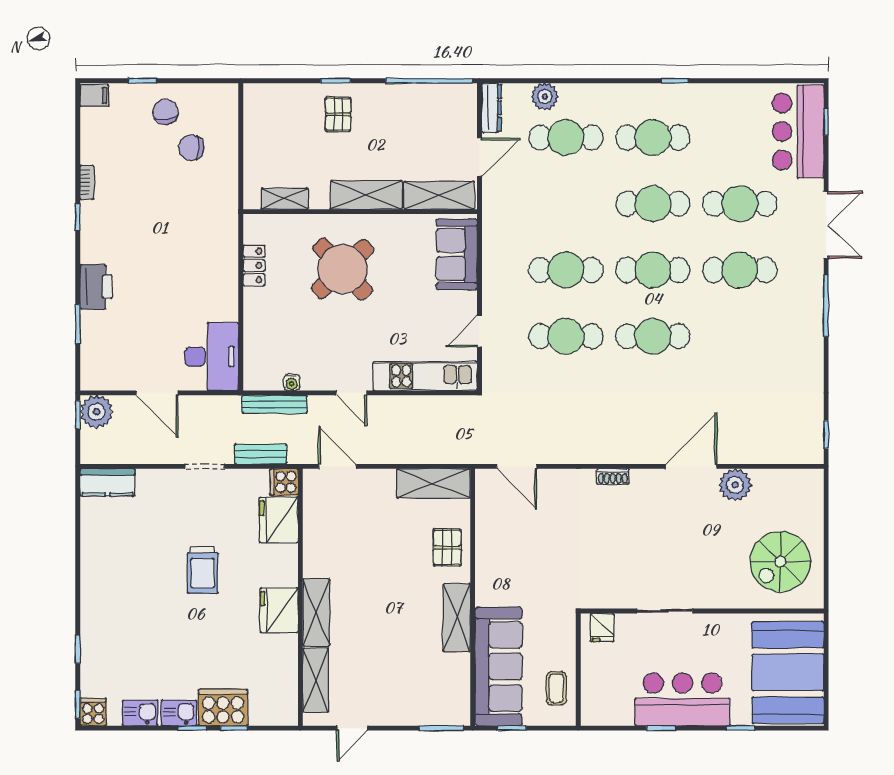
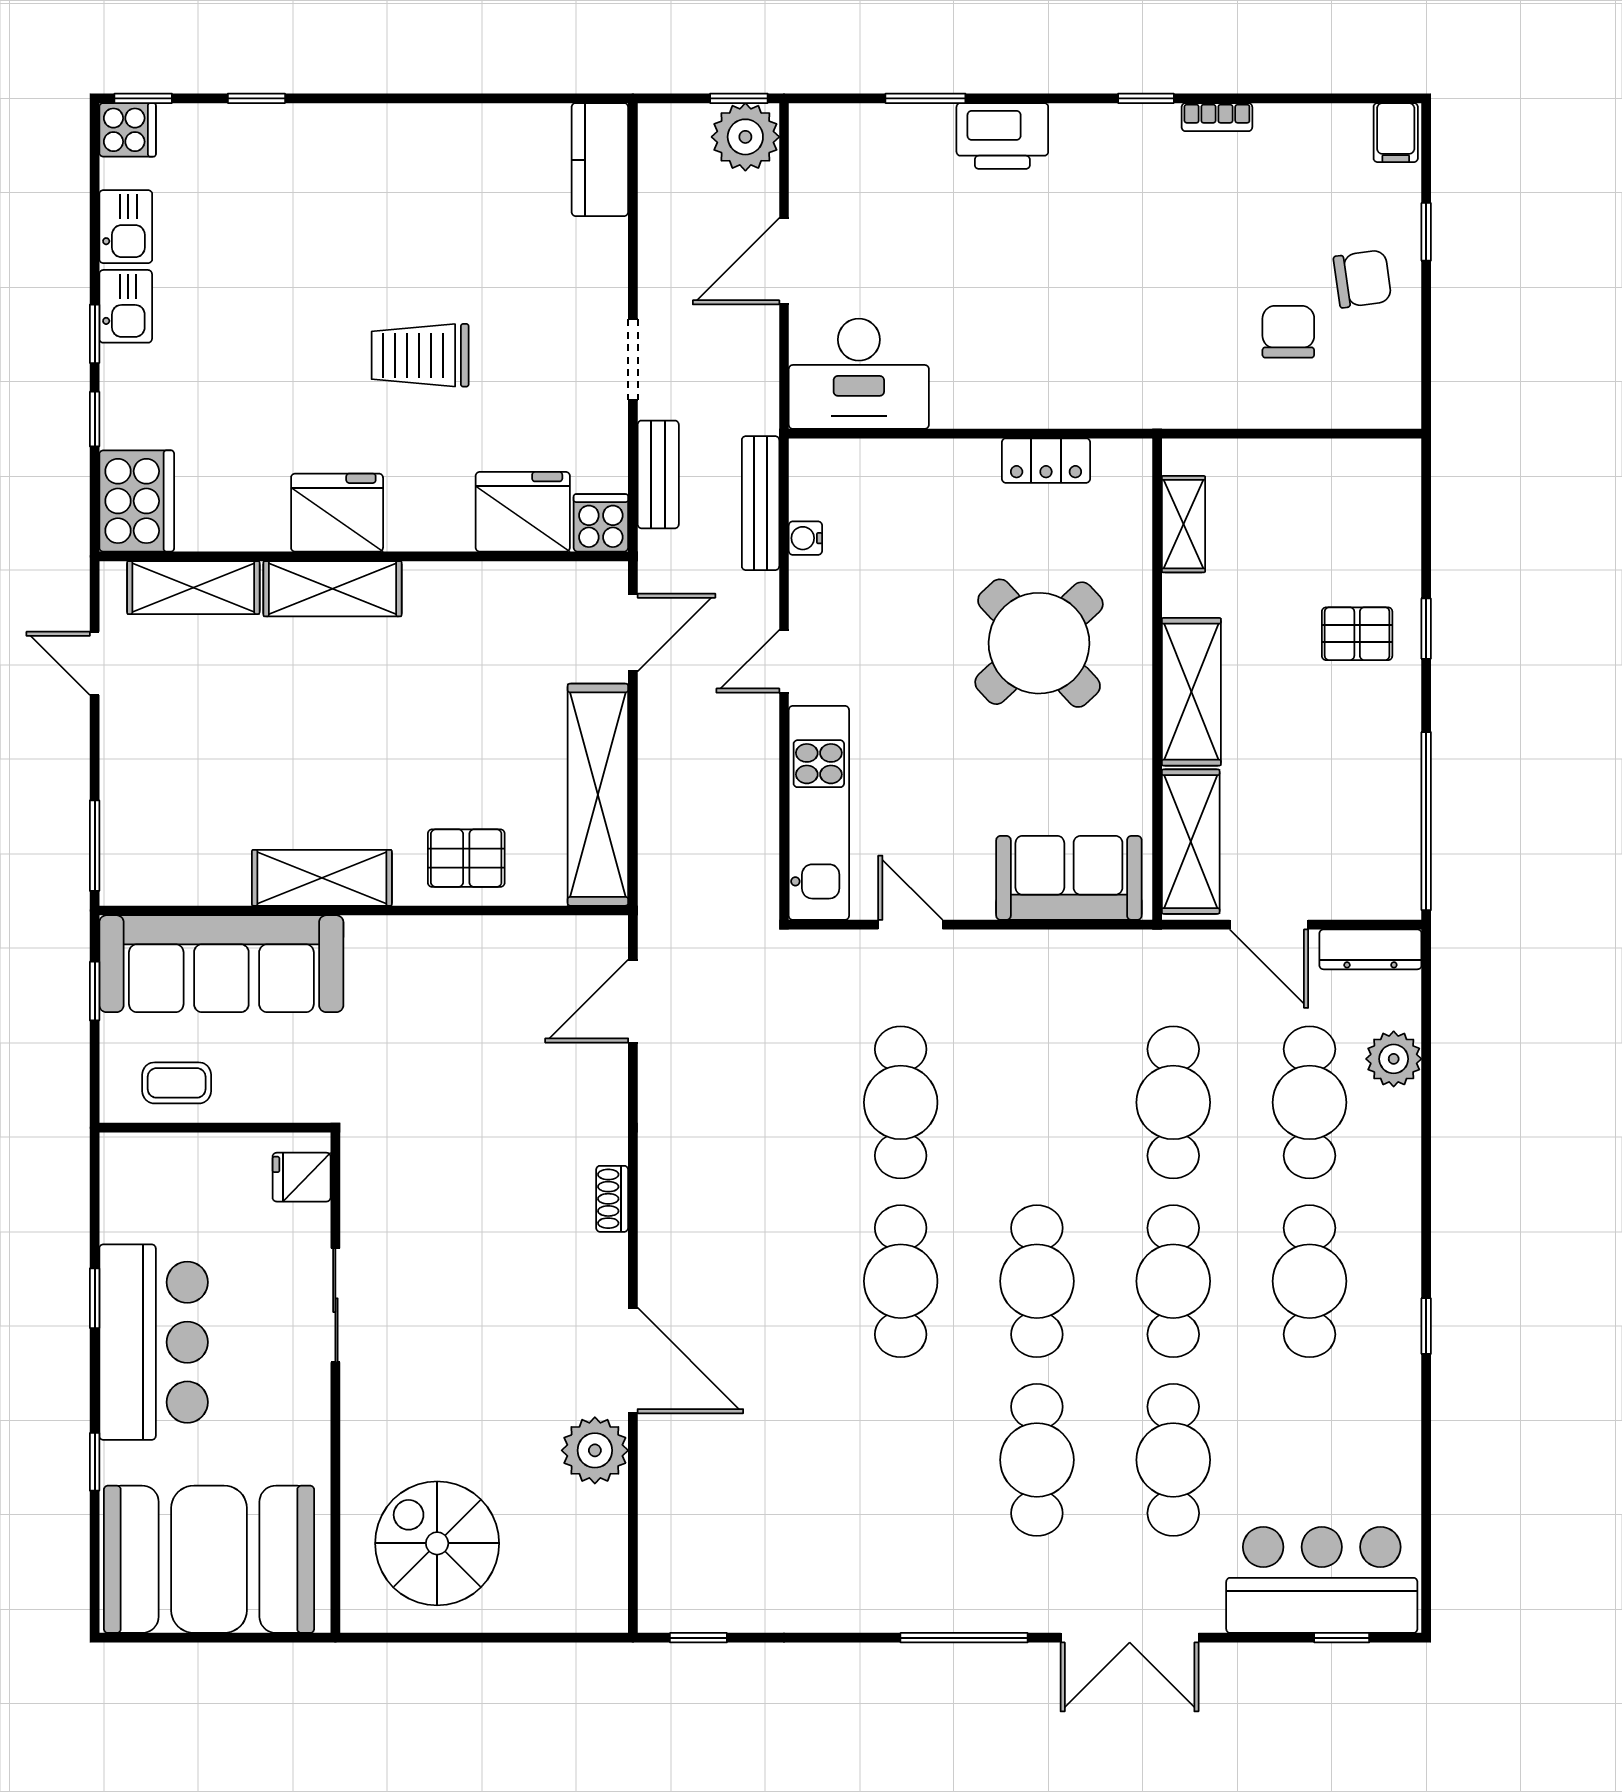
cafe table: (566, 270) -> (1173, 1102), moved
shelving: (433, 483) -> (598, 795), width x1.47
cooker: (223, 708) -> (137, 501), moved

